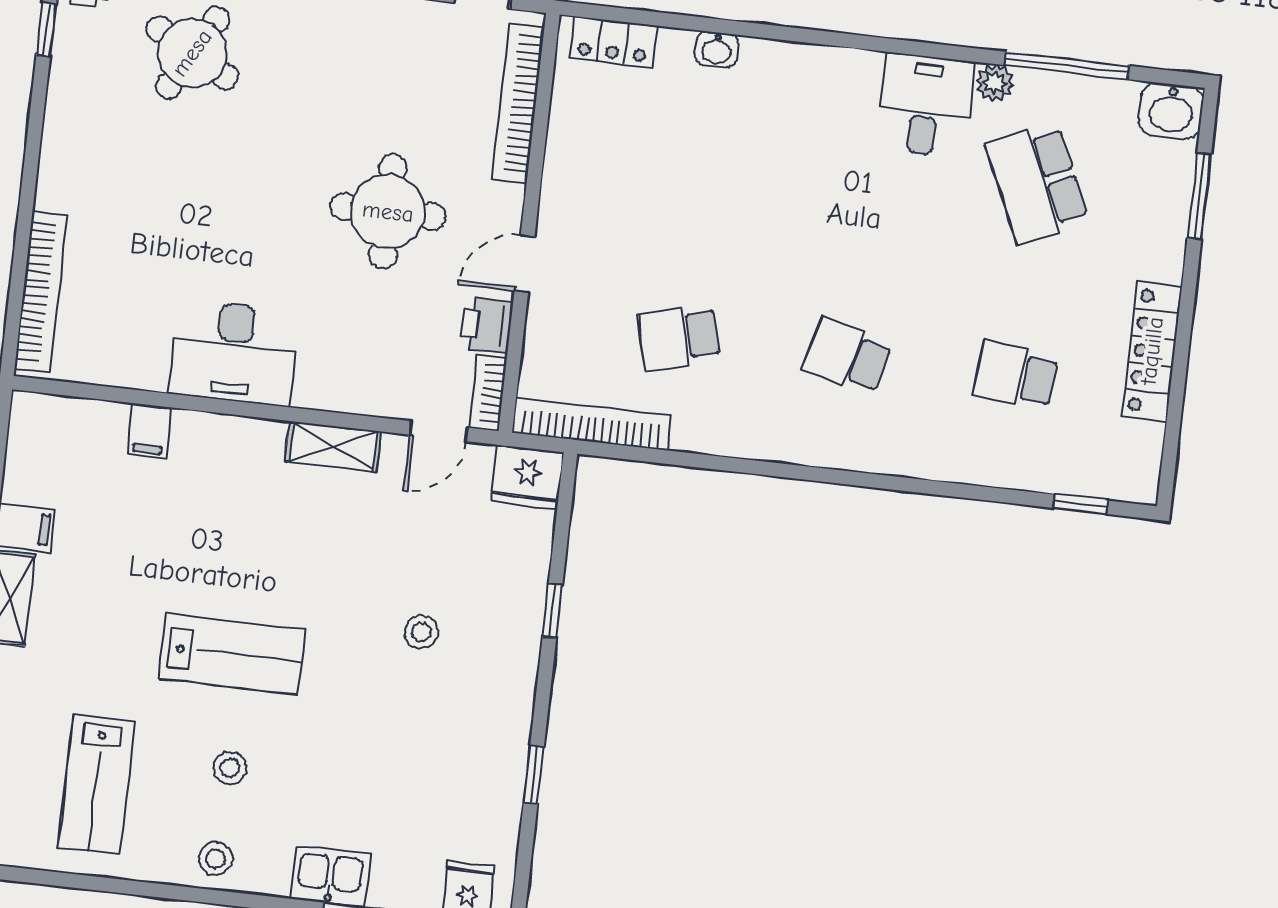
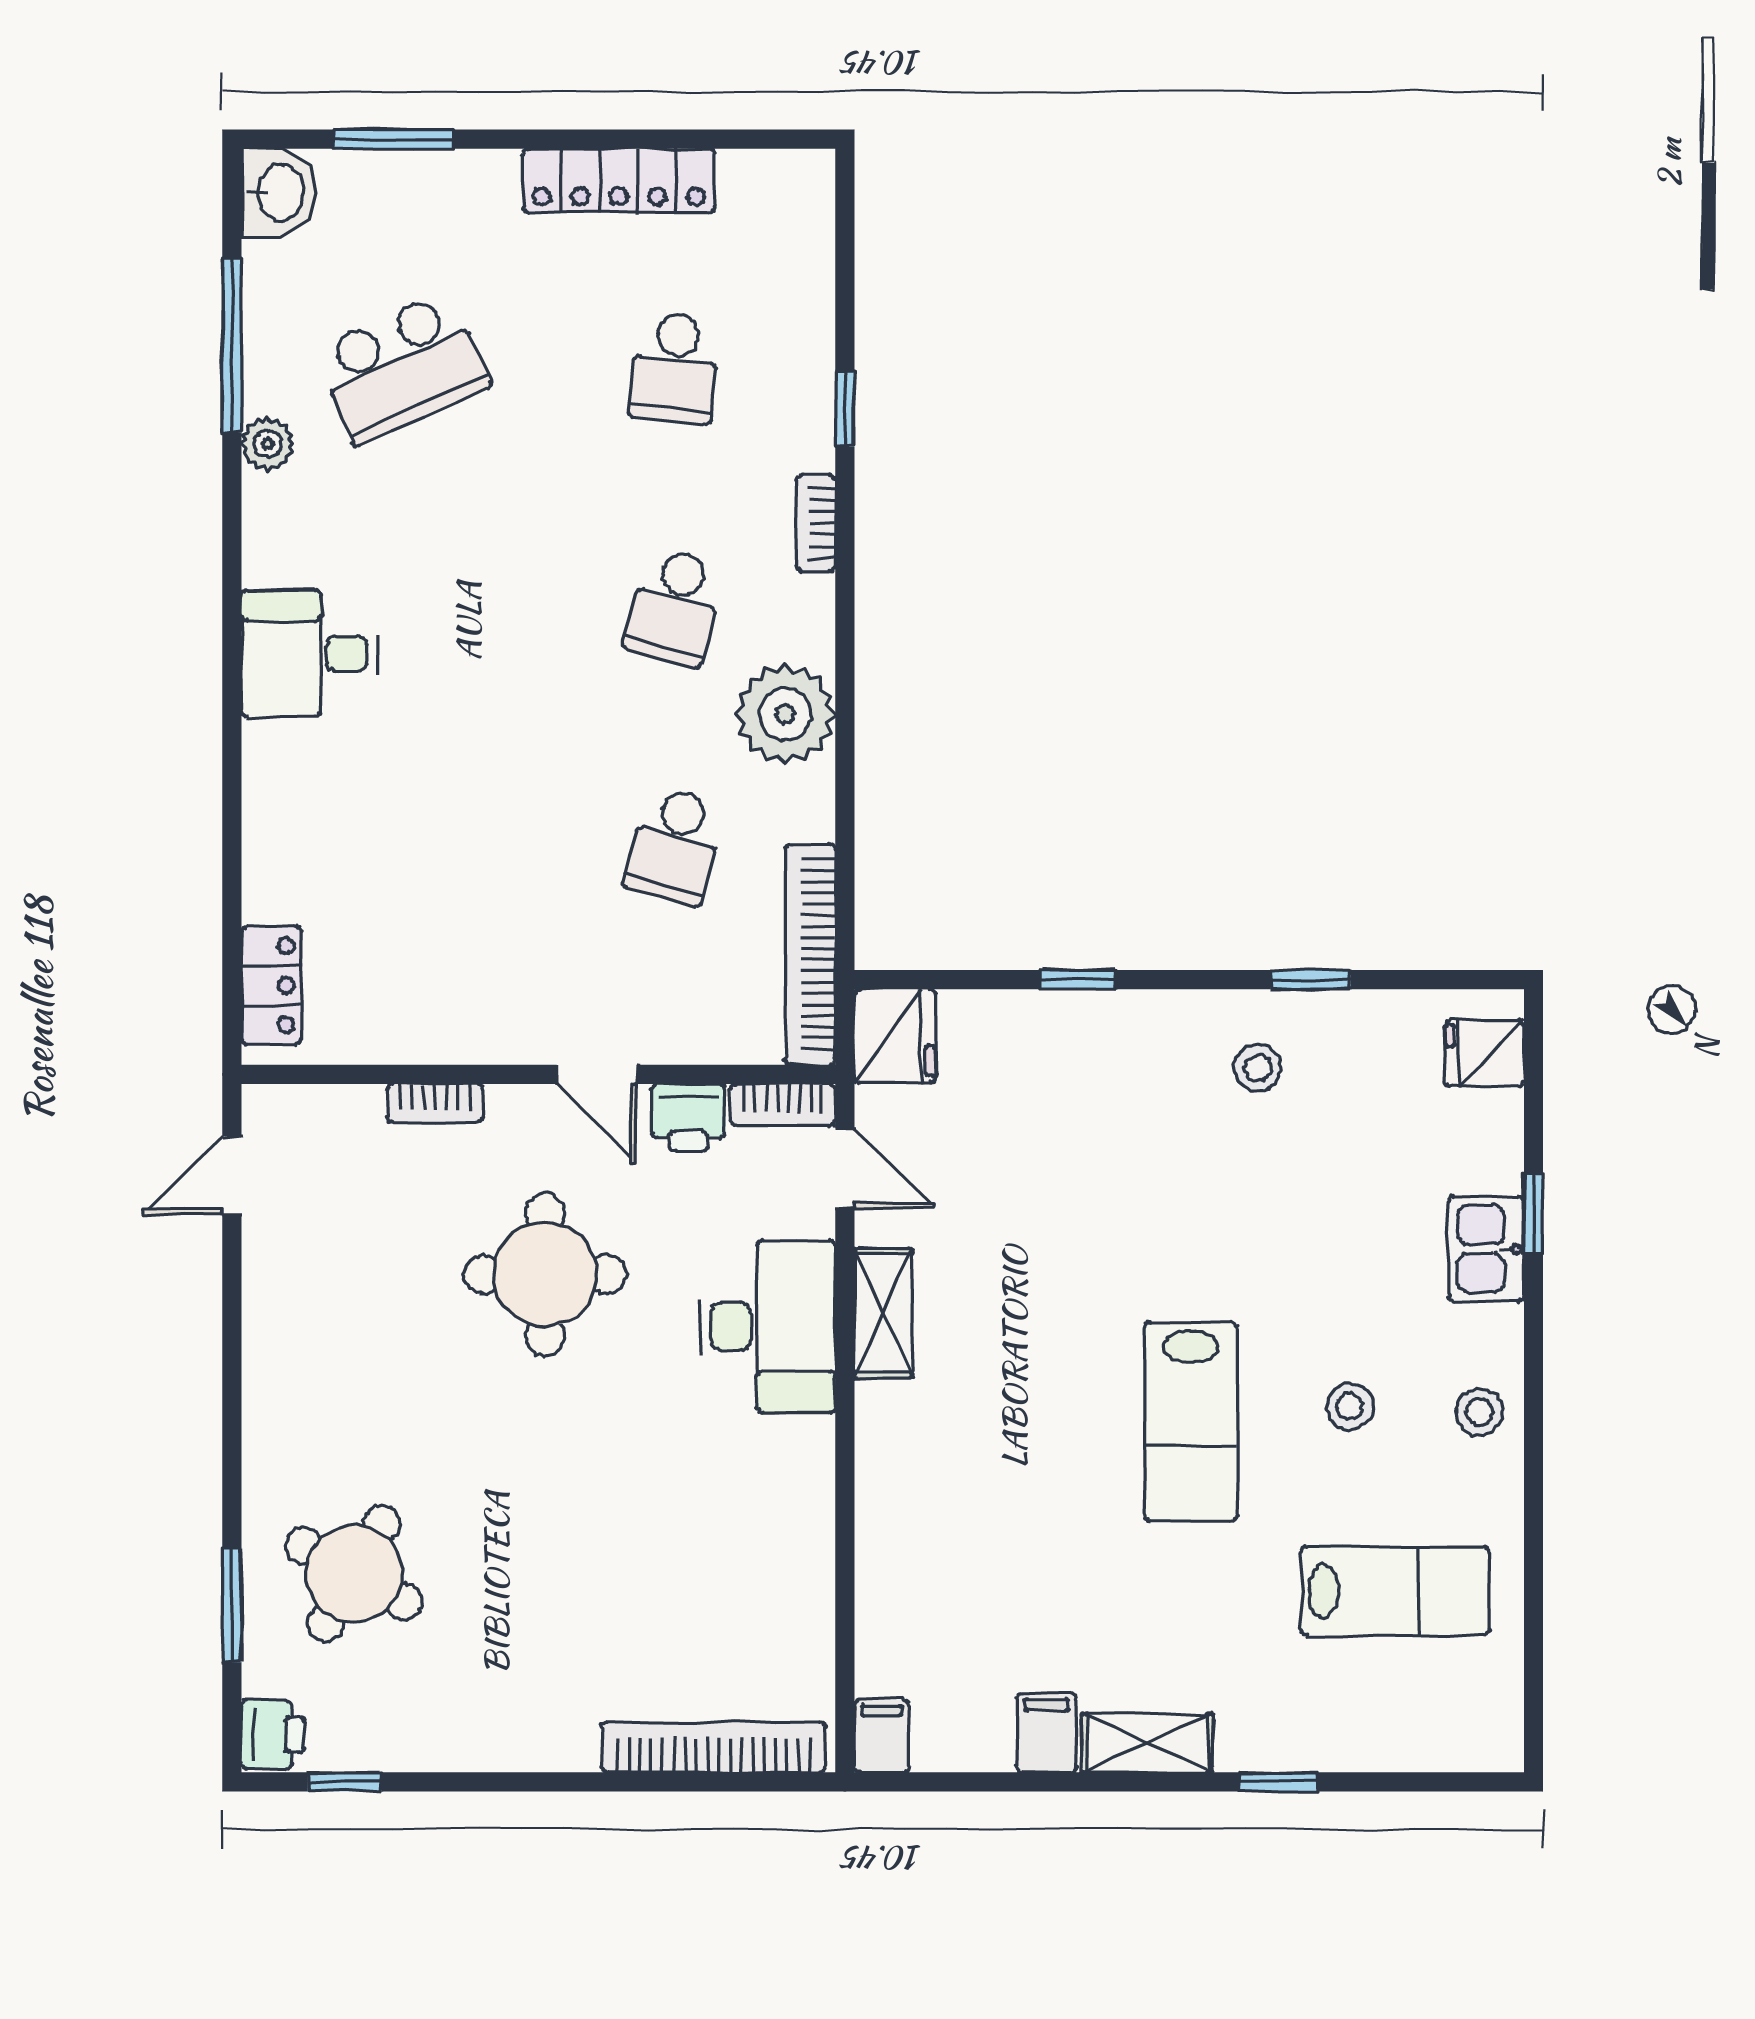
washbasin: (717, 49) -> (265, 839), removed
bookcase: (518, 103) -> (435, 1103), width x0.43, depth x0.76
desk: (925, 105) -> (310, 654), moved
school desk: (679, 337) -> (675, 845), turned 30
desk: (234, 353) -> (768, 1326), moved
plant: (763, 426) -> (785, 714), added
filing cabinet: (149, 431) -> (882, 1736), moved, turned -90
bookcase: (895, 463) -> (816, 523), added
window: (1080, 504) -> (845, 409), moved
stool: (421, 632) -> (1258, 1068), moved
lab bench: (232, 654) -> (1191, 1422), turned 180

